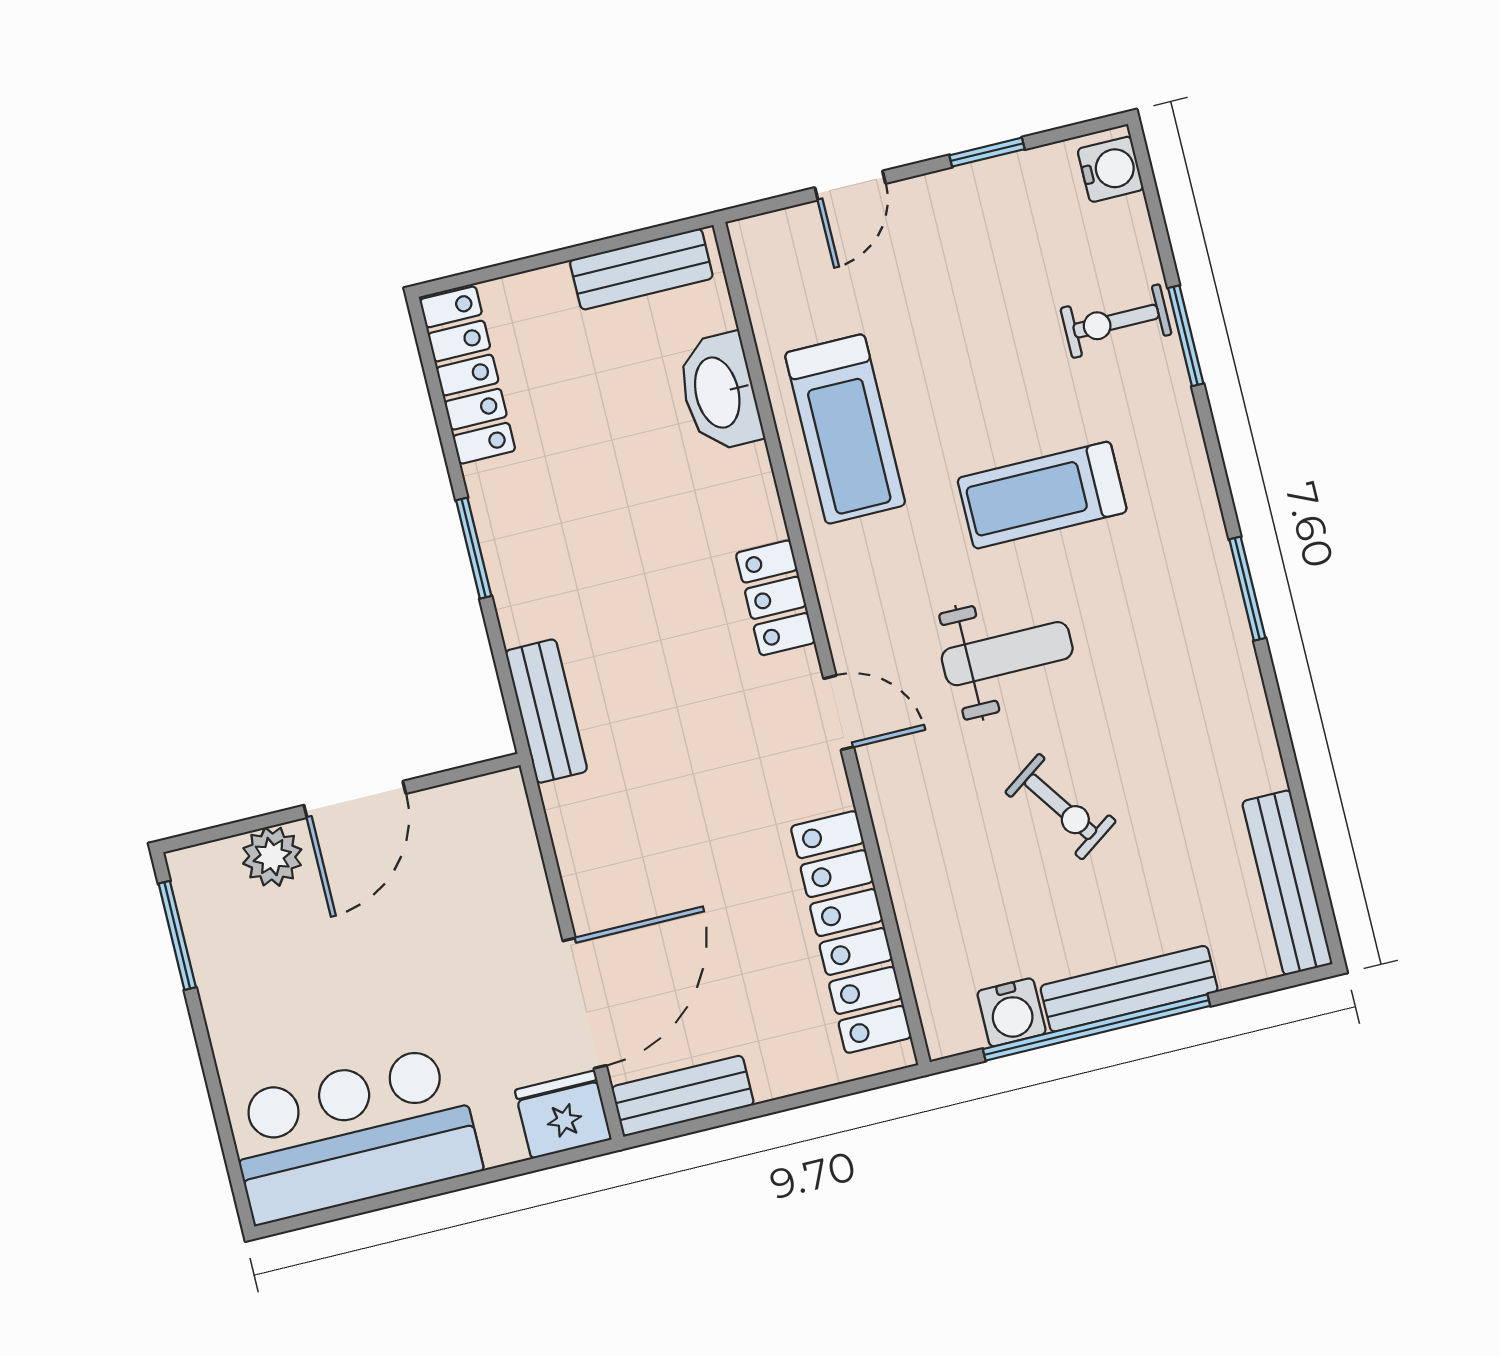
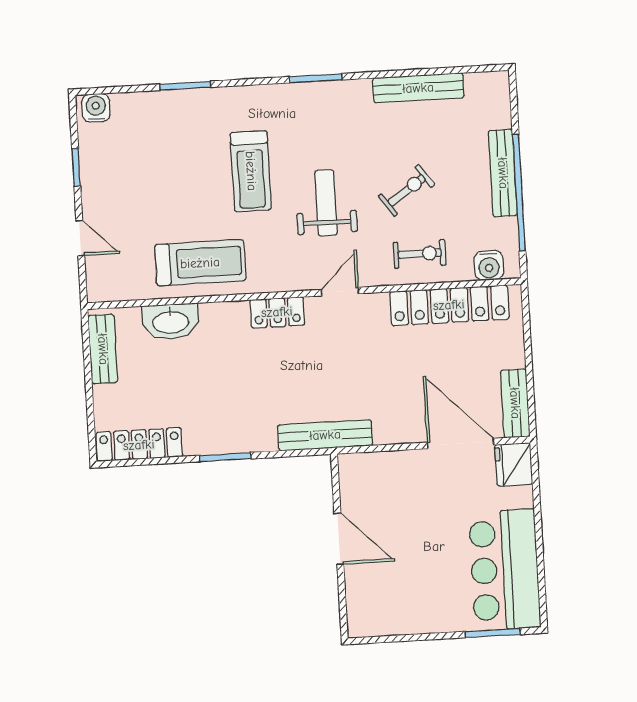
exercise bike: (1116, 321) -> (420, 254), moved, turned -90
bench: (546, 711) -> (325, 435), width x1.36
plant: (272, 857) -> (360, 585), removed
bench: (1287, 883) -> (418, 88), moved
window: (177, 935) -> (493, 633), moved
water cooler: (1012, 1012) -> (489, 265), moved, turned 90

